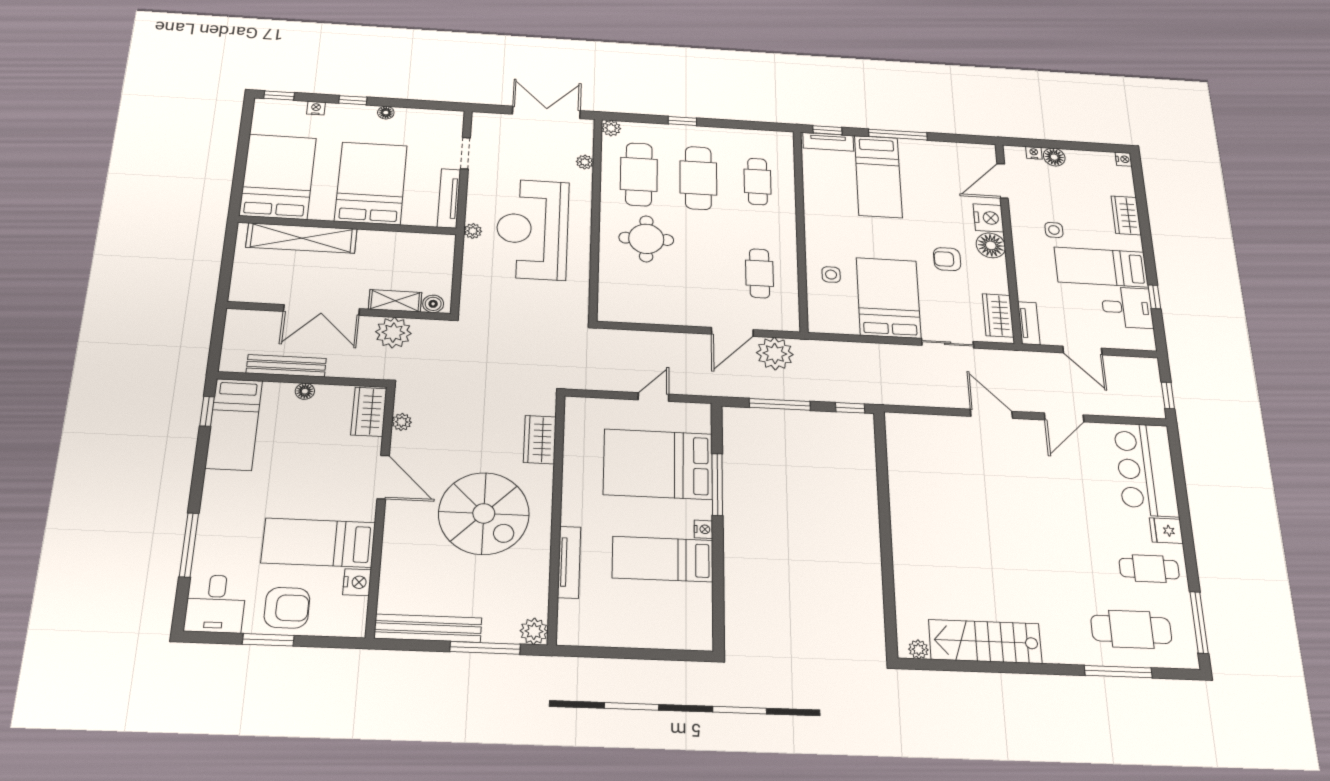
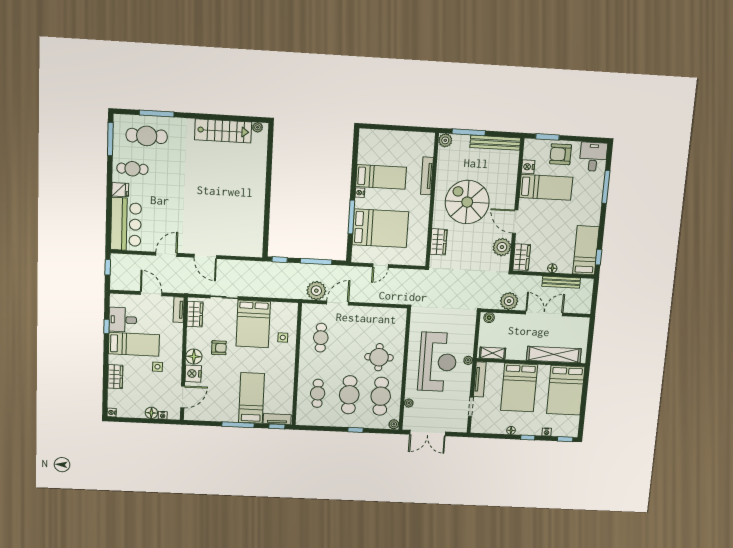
shelving: (395, 301) -> (493, 353), moved
plant: (402, 422) -> (502, 247), width x1.87, depth x1.87
window: (268, 640) -> (547, 137), moved

